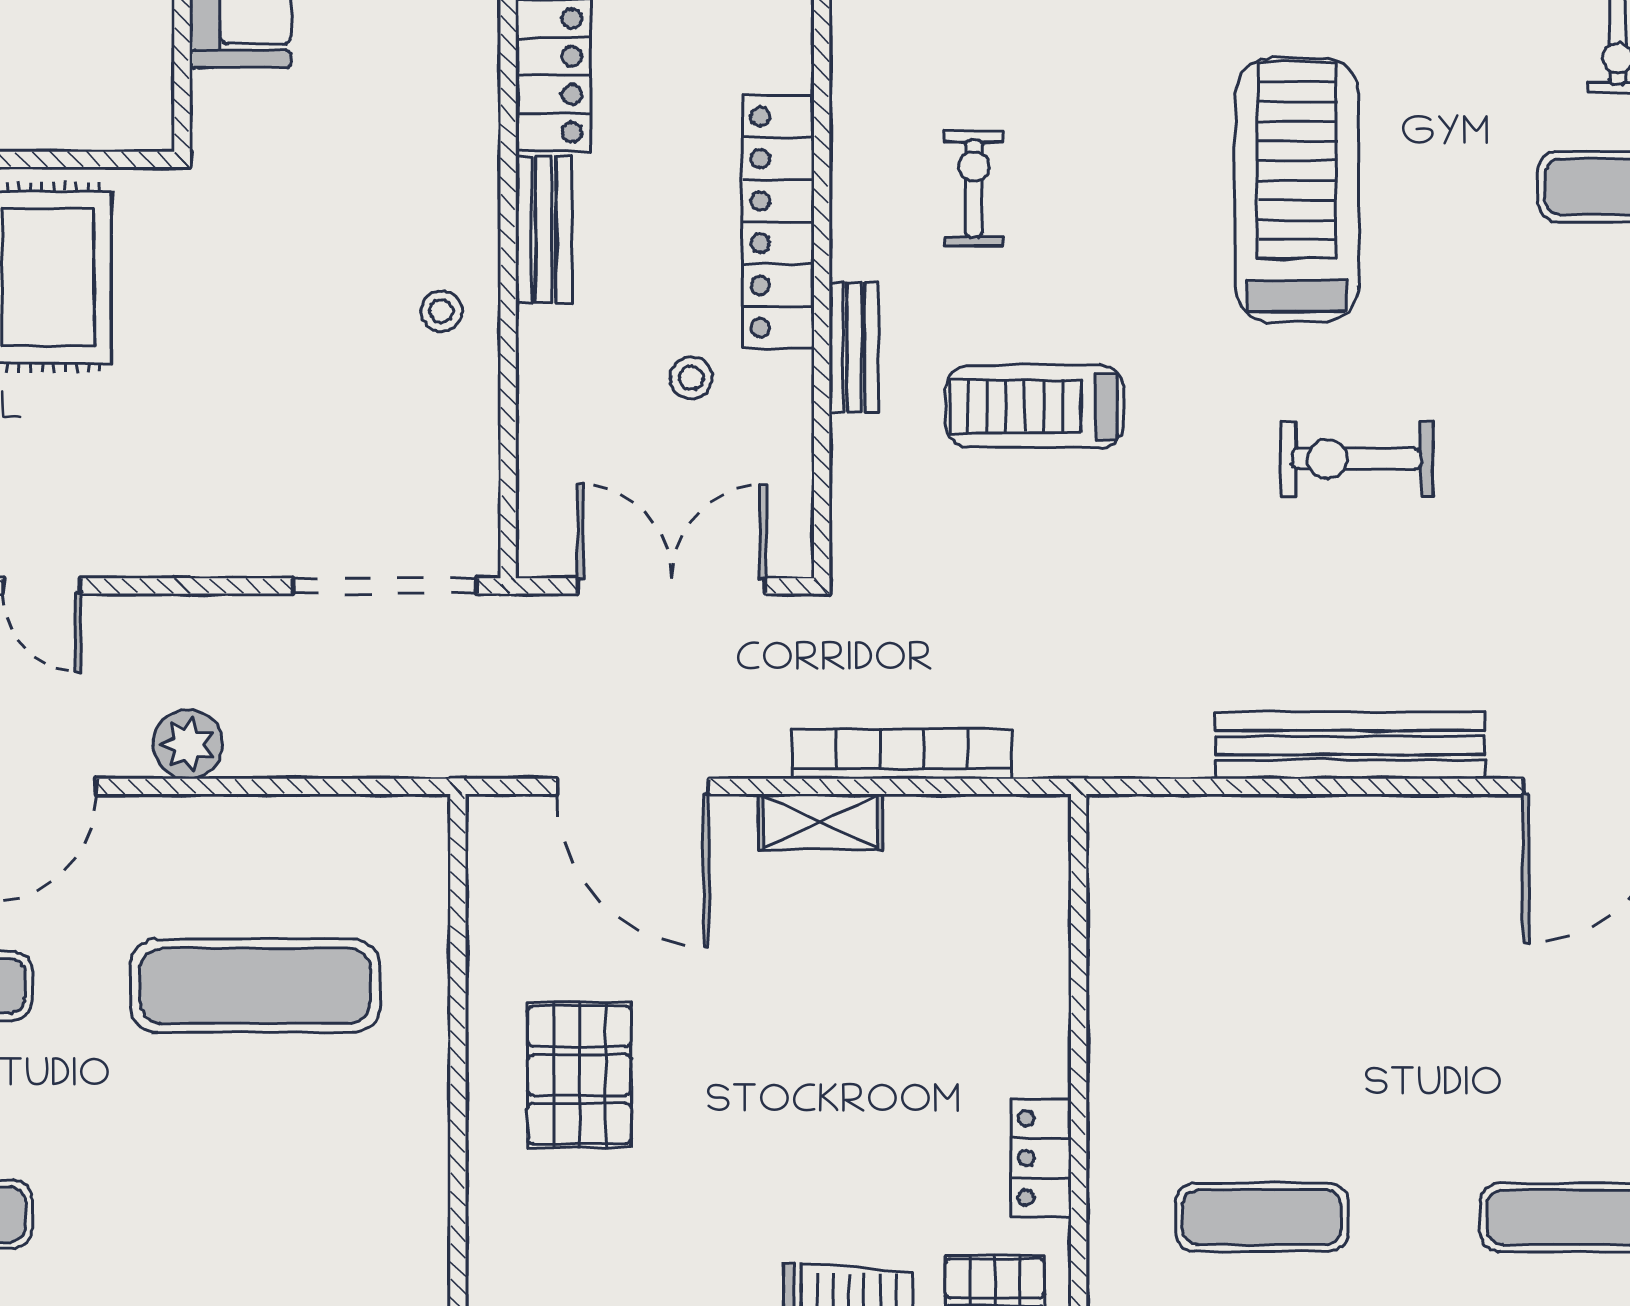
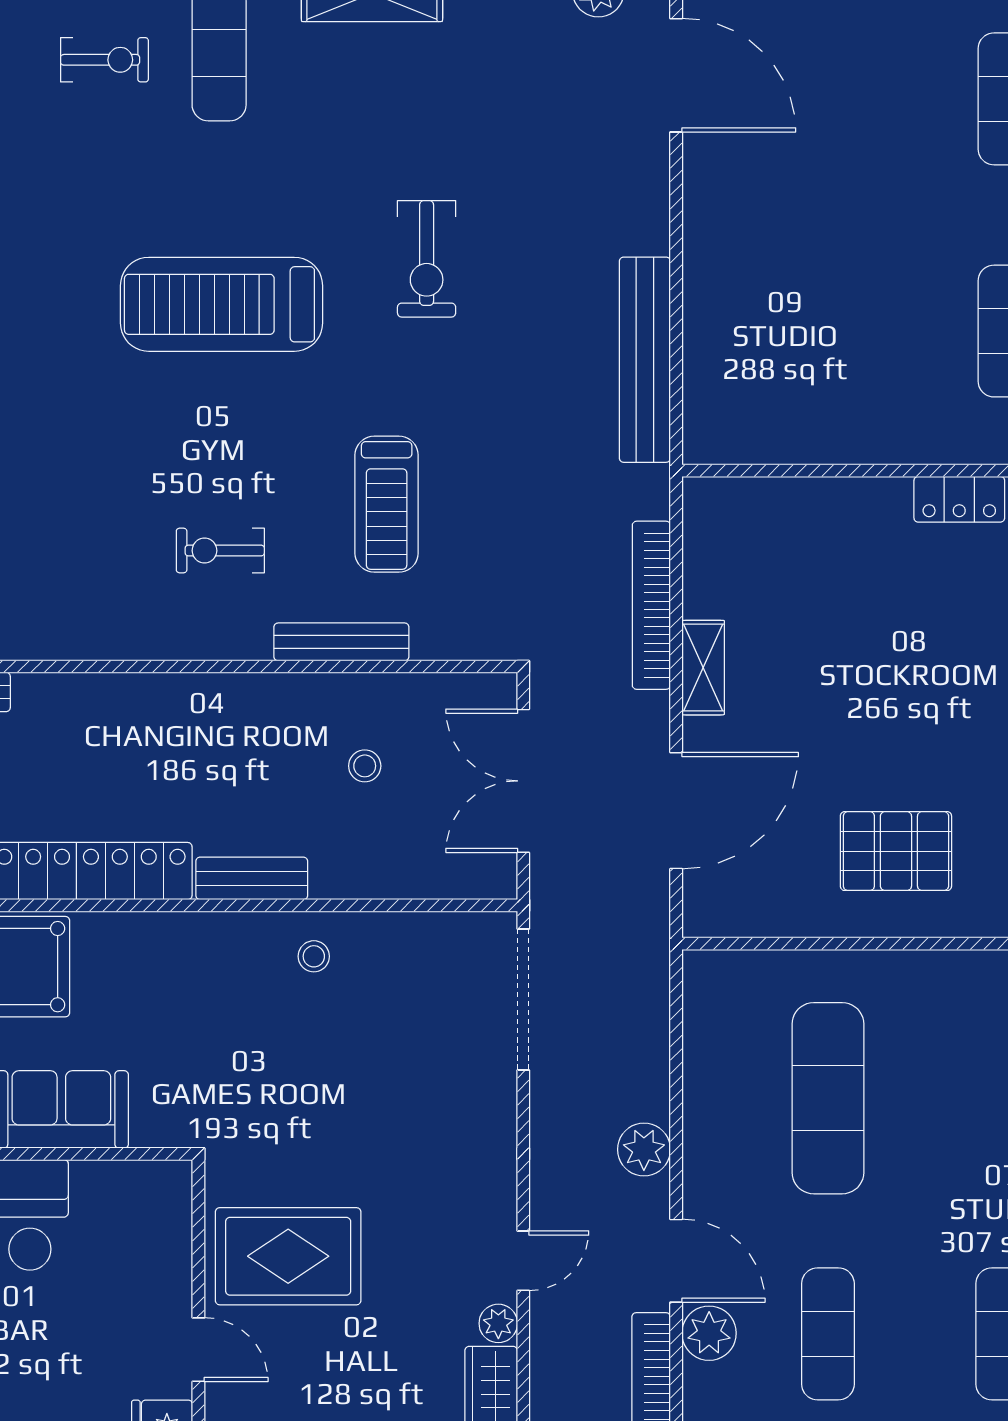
locker: (778, 222) -> (246, 700), removed
bench: (854, 347) -> (341, 642), width x1.36
bench: (1350, 745) -> (645, 360), moved

